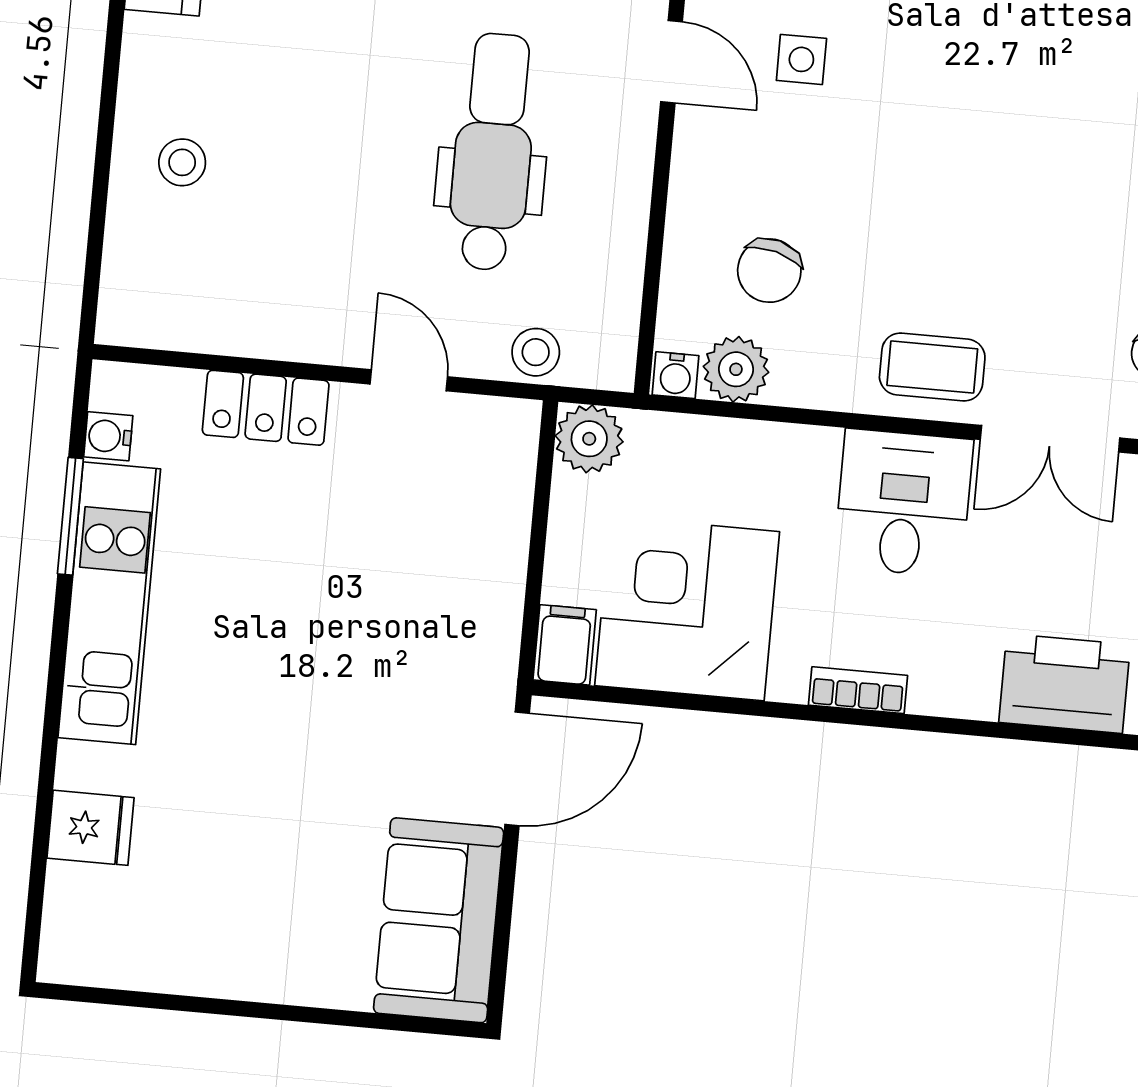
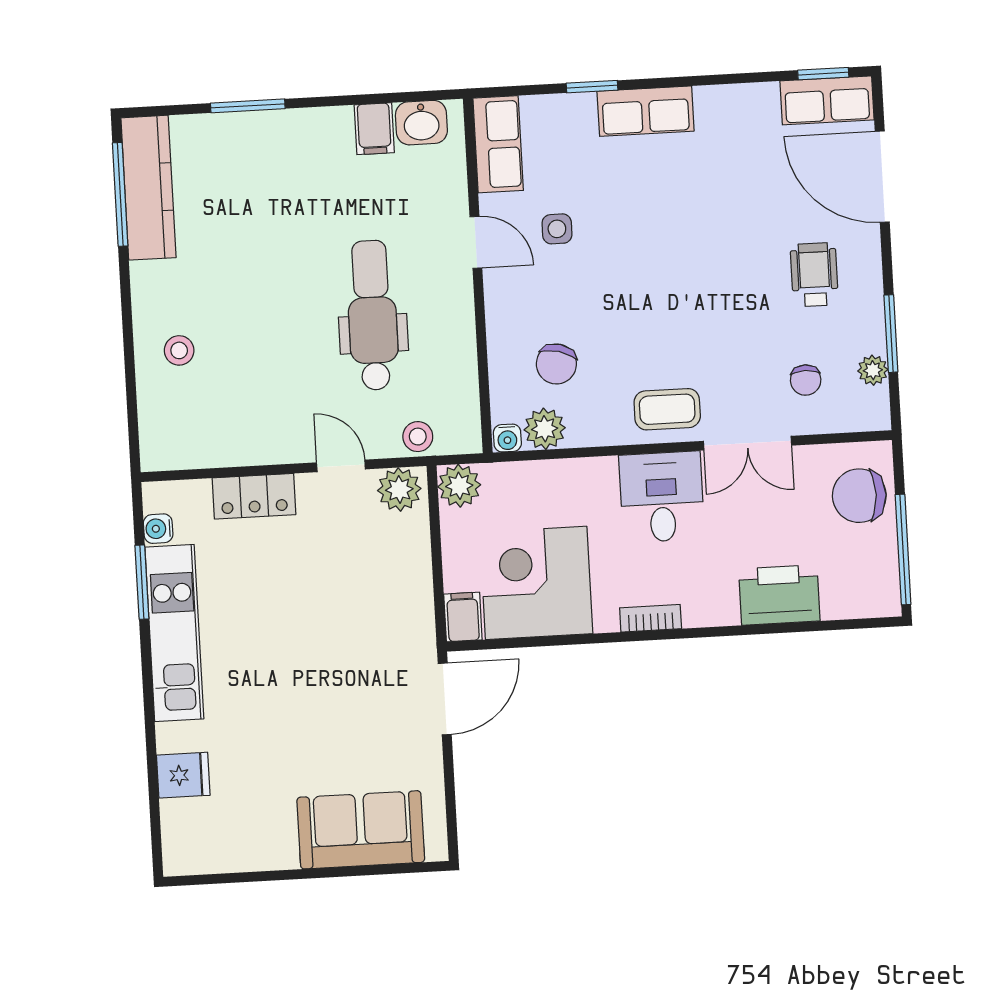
plant: (495, 431) -> (399, 489), added
sofa: (439, 920) -> (361, 830), moved, turned 90

